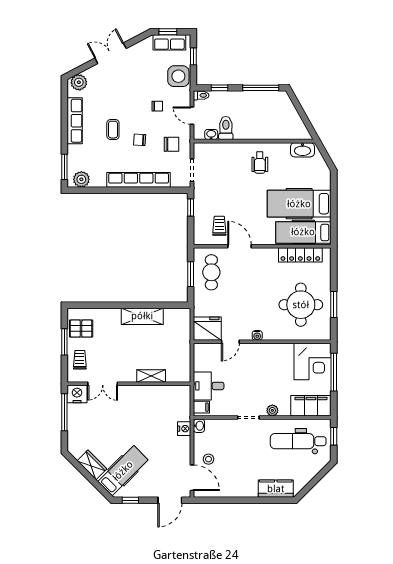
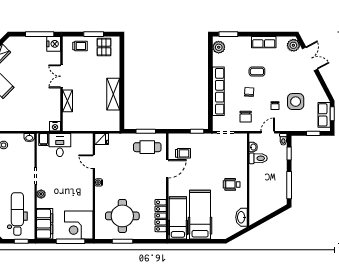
double door: (111, 53) -> (310, 59), moved
side table: (178, 76) -> (296, 102), moved
row of seats: (75, 121) -> (264, 42), width x0.68
fridge: (207, 329) -> (102, 139), width x0.53, depth x0.75
double door: (103, 384) -> (61, 76), moved
nightstand: (184, 429) -> (55, 126), moved

